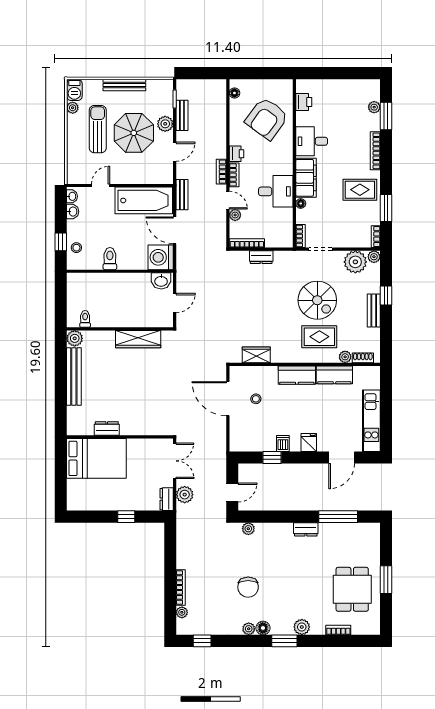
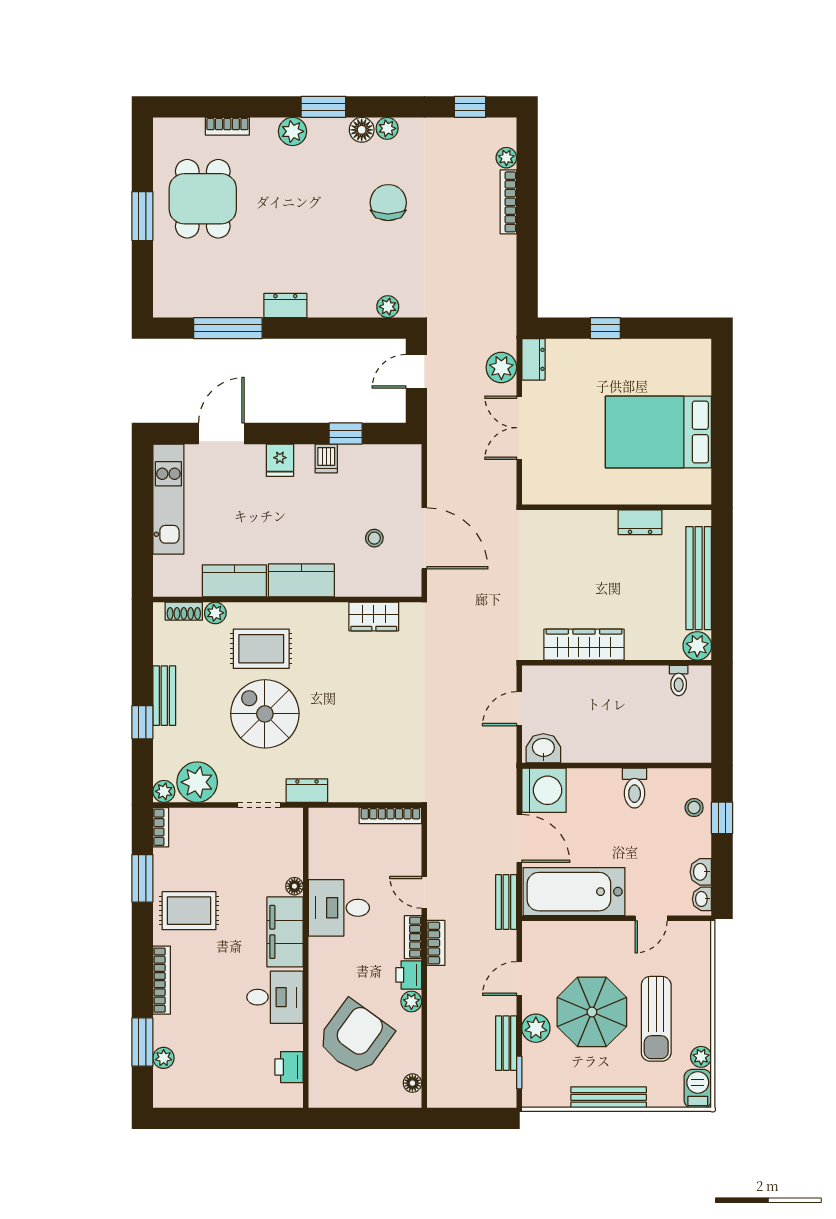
plant: (235, 215) -> (411, 1001), moved
bookcase: (300, 236) -> (295, 828), removed
dresser: (261, 257) -> (307, 791), moved
dresser: (107, 428) -> (640, 522), moved
wall: (120, 437) -> (617, 507), moved

